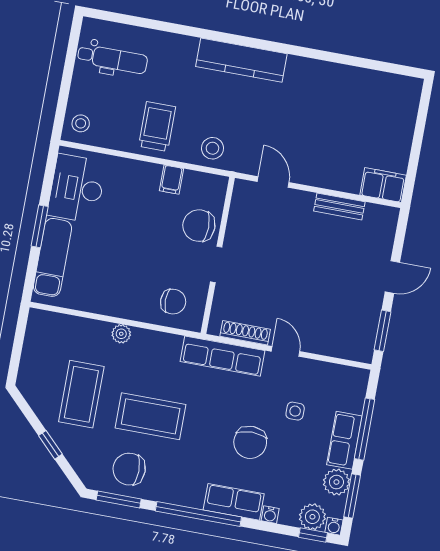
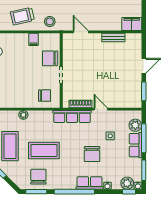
trolley: (157, 127) -> (22, 16), turned -103
chair: (129, 469) -> (38, 177), turned 90
plant: (336, 482) -> (135, 125), moved

